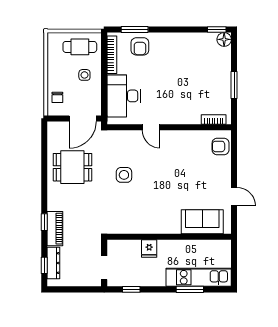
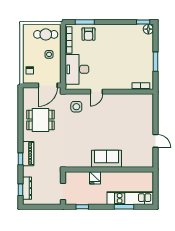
door: (151, 127) -> (96, 92), hinge flipped
armchair: (221, 146) -> (146, 105), removed
side table: (124, 175) -> (76, 107), moved
sofa: (202, 222) -> (107, 159), moved
piano: (55, 229) -> (28, 154), moved

